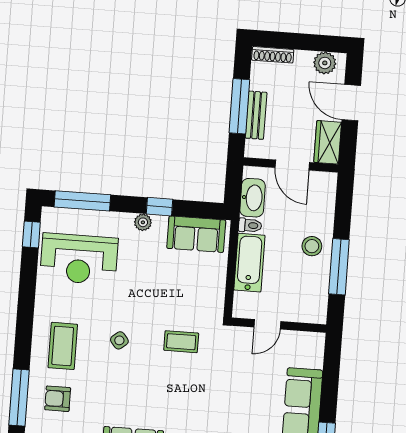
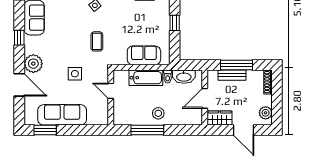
door: (351, 103) -> (244, 130), swing flipped
plant: (143, 222) -> (165, 14), removed
sofa: (196, 234) -> (144, 55), moved, turned 90
side table: (233, 383) -> (75, 74), added

